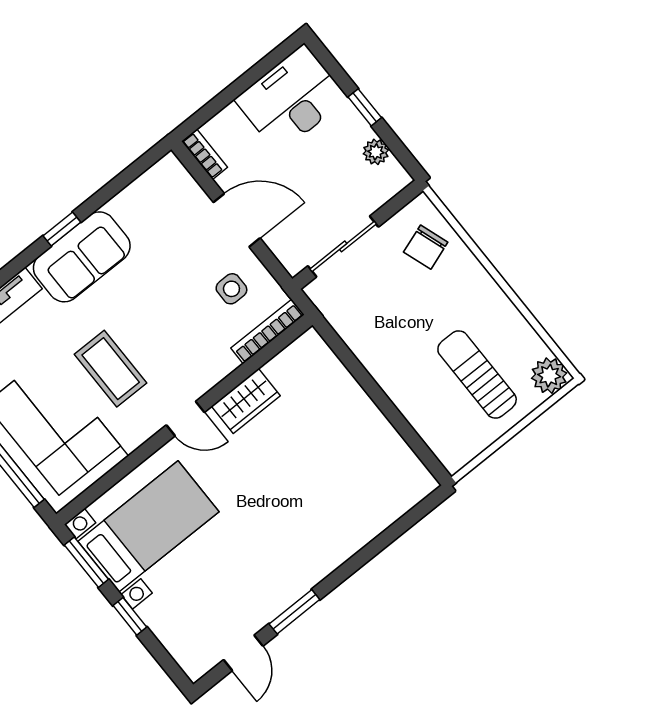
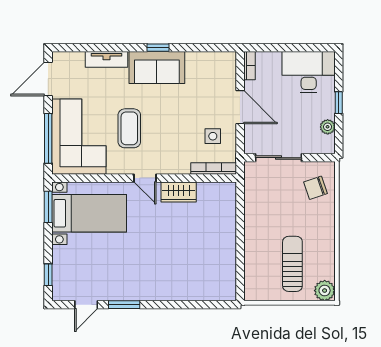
window: (130, 616) -> (48, 275), moved

